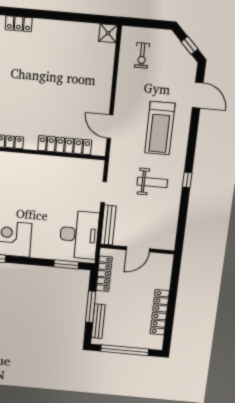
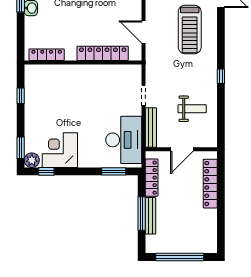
weight bench: (152, 182) -> (192, 109), moved
locker: (160, 312) -> (210, 184), moved
bench: (98, 321) -> (150, 216), moved

